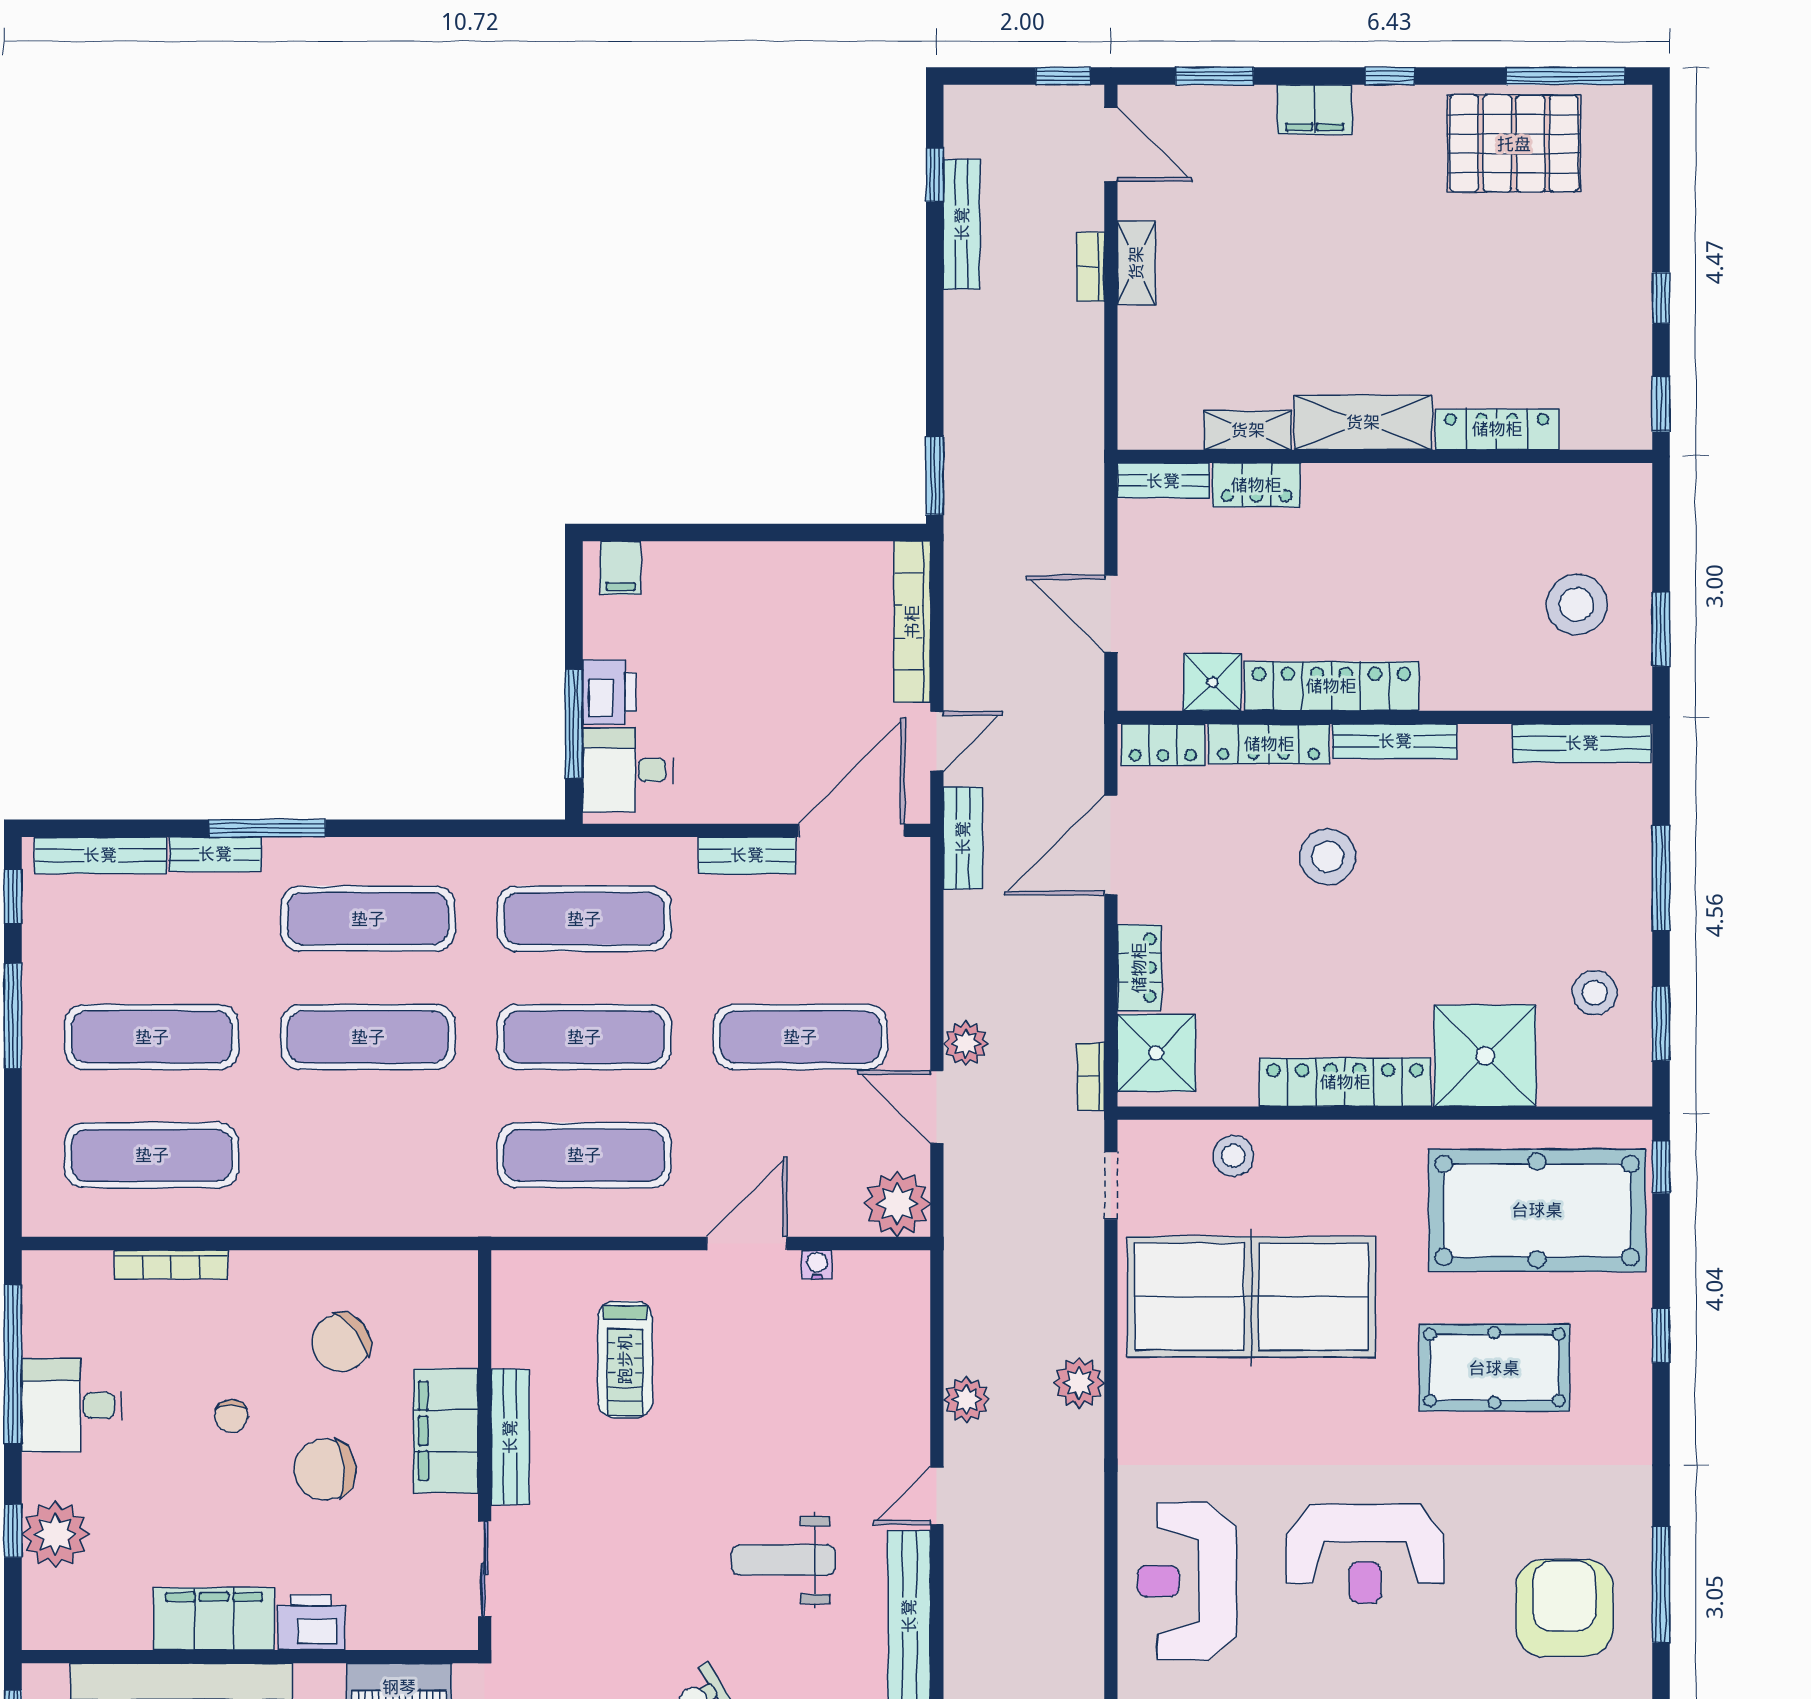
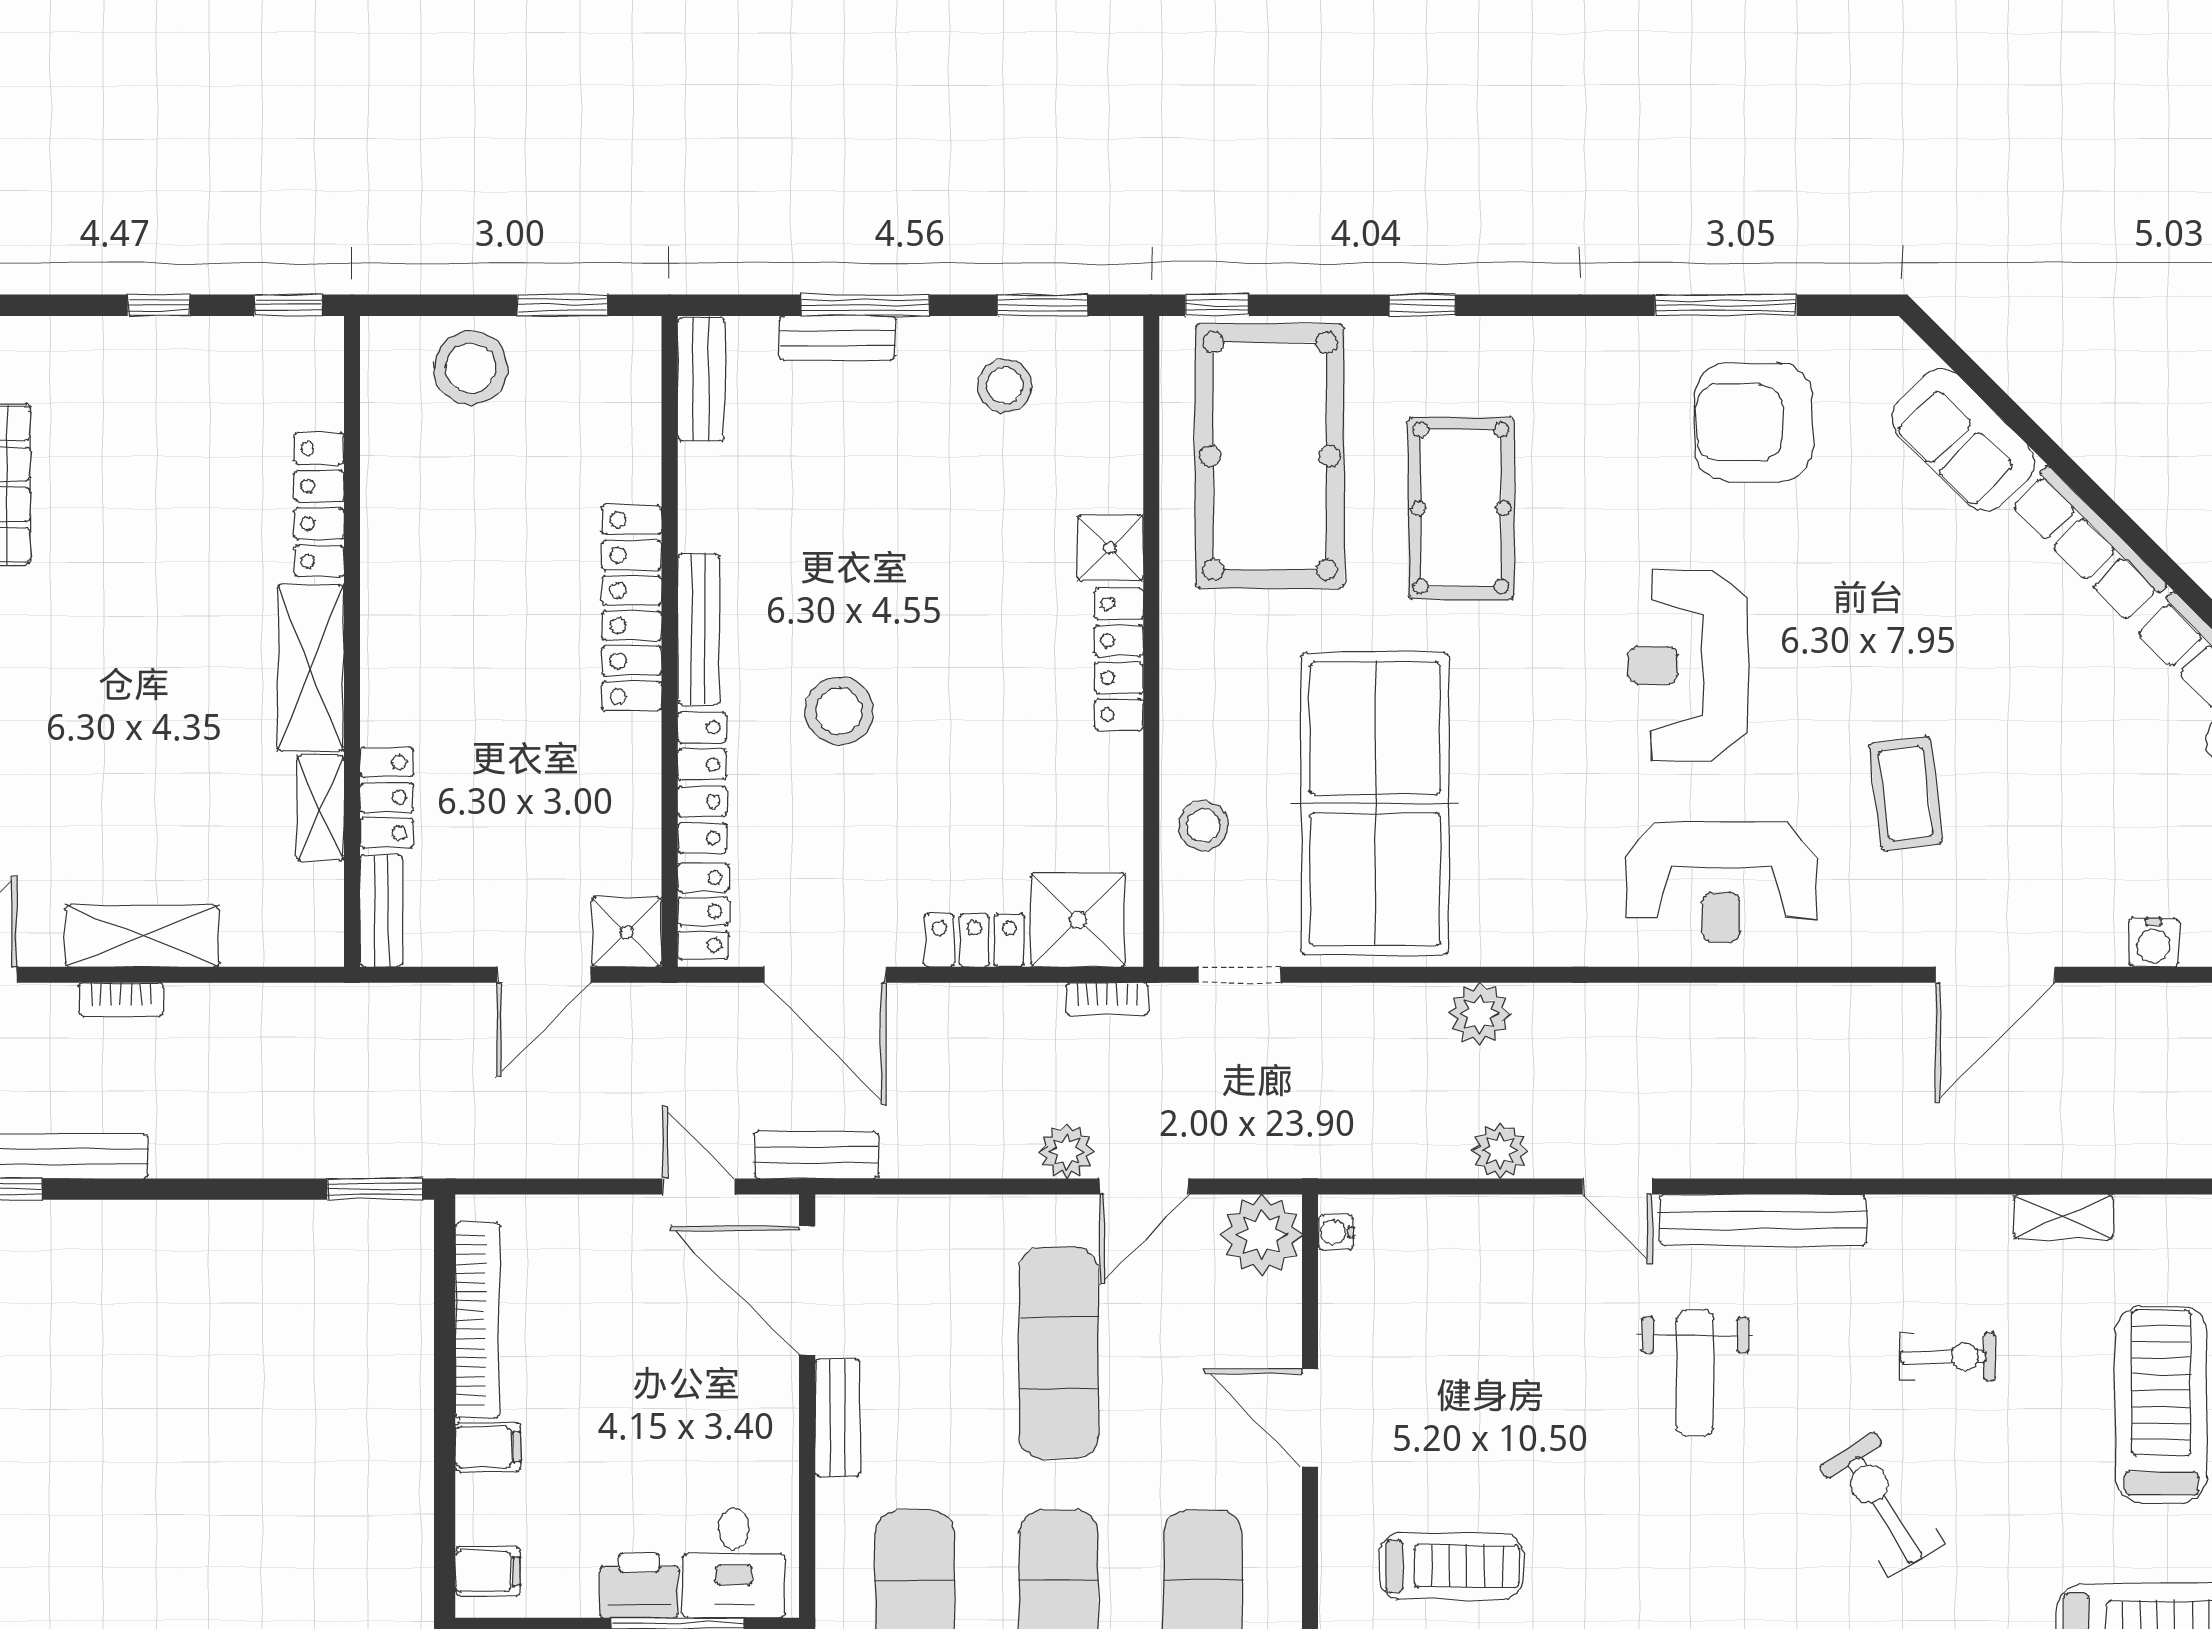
shelving: (1136, 263) -> (142, 936), width x1.50, depth x1.33
filing cabinet: (723, 568) -> (488, 1447), added
stool: (1577, 604) -> (471, 368), moved
bookcase: (912, 622) -> (477, 1320), moved, turned -90
shower: (1212, 682) -> (627, 932), moved
locker: (1331, 686) -> (632, 608), moved
bench: (1582, 743) -> (701, 379), width x0.73
bench: (1634, 855) -> (837, 338), added
shower: (1485, 1056) -> (1110, 548), width x0.54, depth x0.54
locker: (1345, 1082) -> (1119, 659), width x0.71, depth x0.83
water cooler: (817, 1265) -> (1336, 1232), moved
reception desk: (1365, 1554) -> (1688, 665), turned 180

